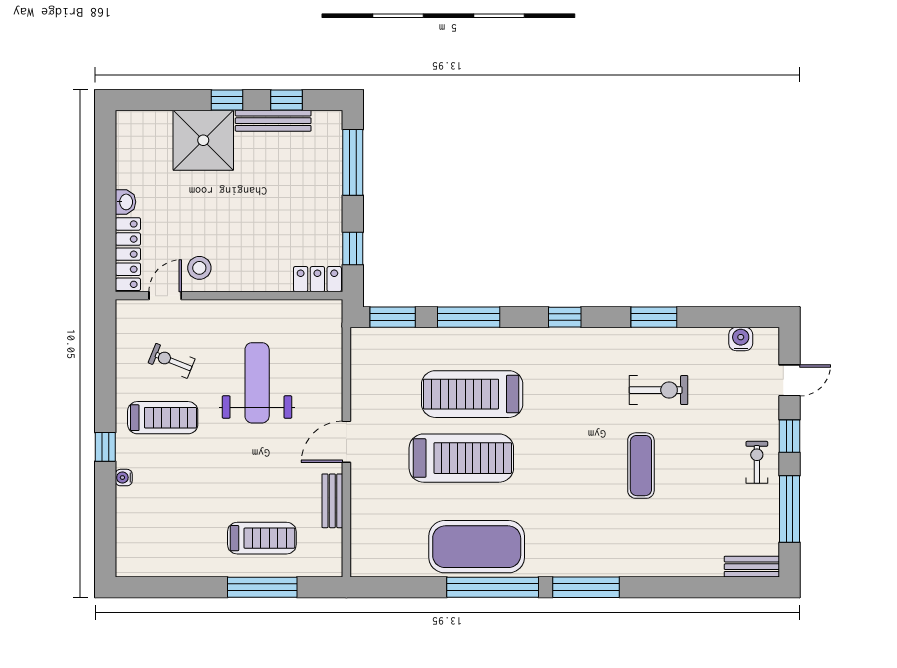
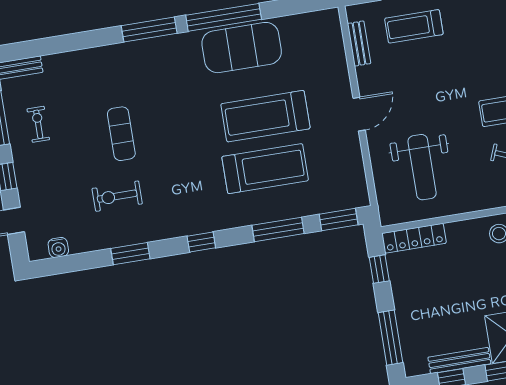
locker: (317, 279) -> (414, 238), width x1.53
weight bench: (257, 383) -> (422, 167), moved
exercise bike: (757, 462) -> (38, 124), moved, turned 180
bench: (332, 501) -> (359, 43), moved

